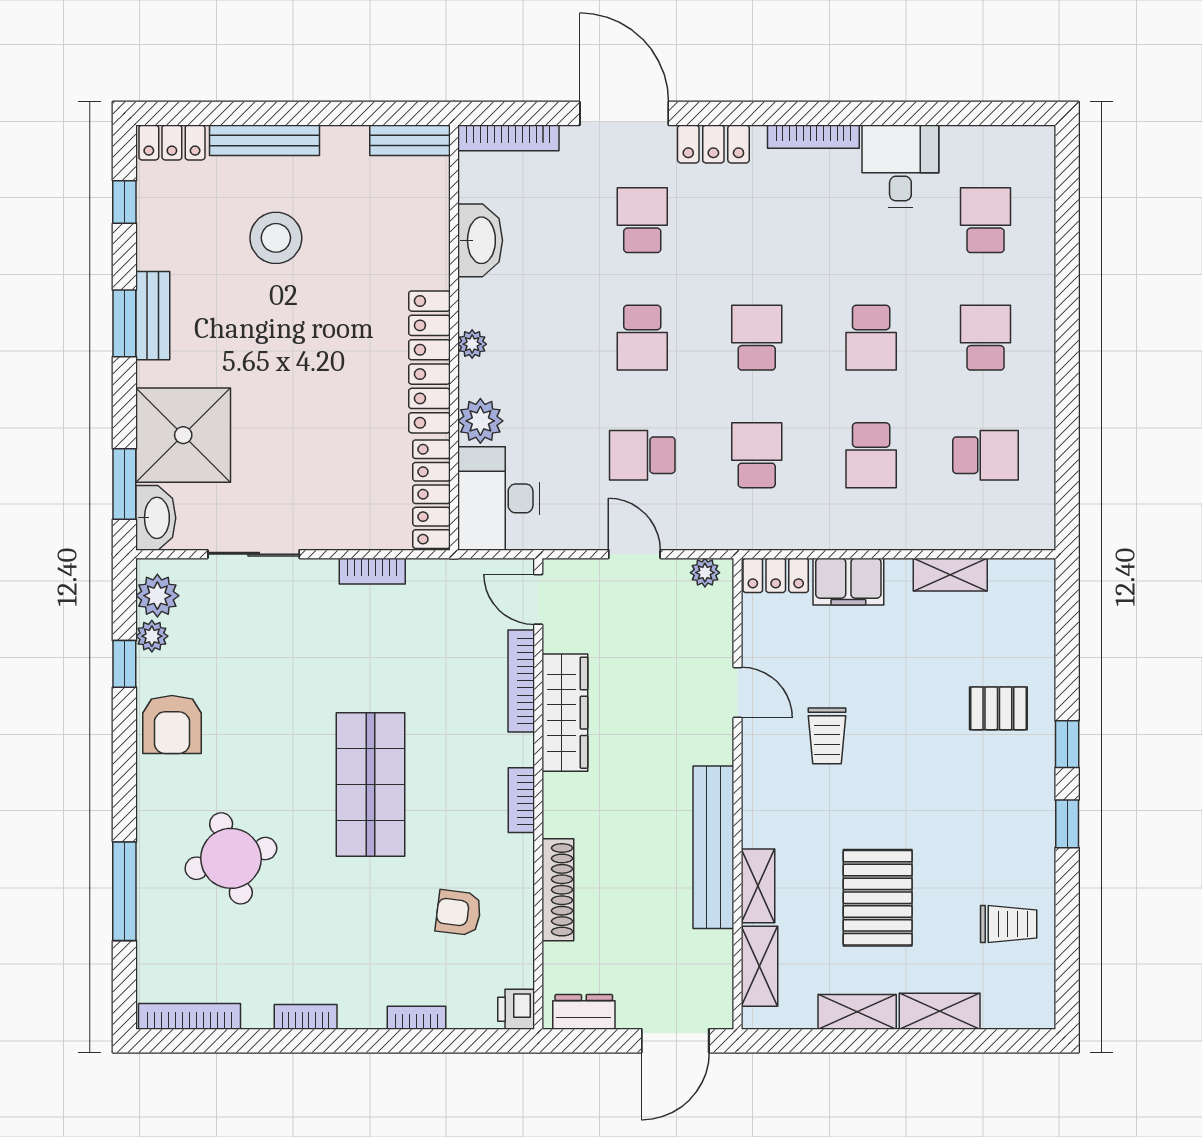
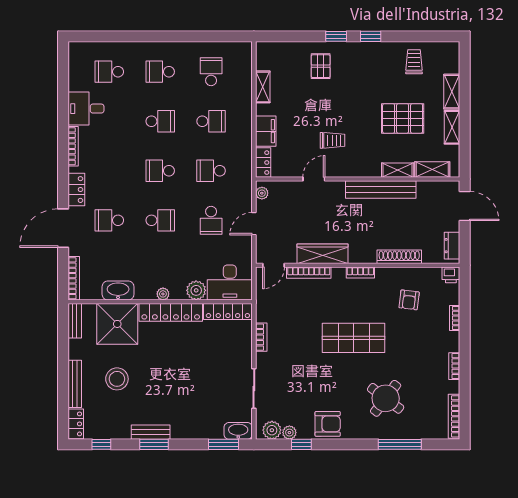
shower: (183, 435) -> (117, 324), moved
round table: (231, 858) -> (386, 398), turned -37

